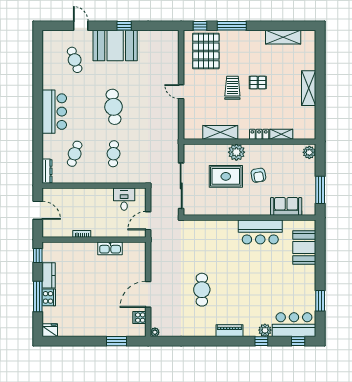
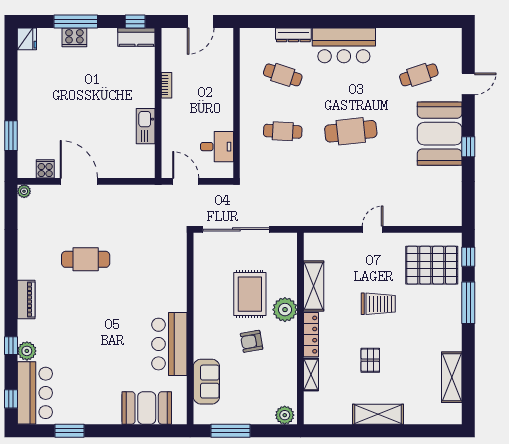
pallet: (258, 83) -> (370, 360), moved
locker: (259, 134) -> (311, 335), width x1.53
dresser: (47, 171) -> (293, 35), moved
kitchen counter: (49, 275) -> (136, 37), moved

